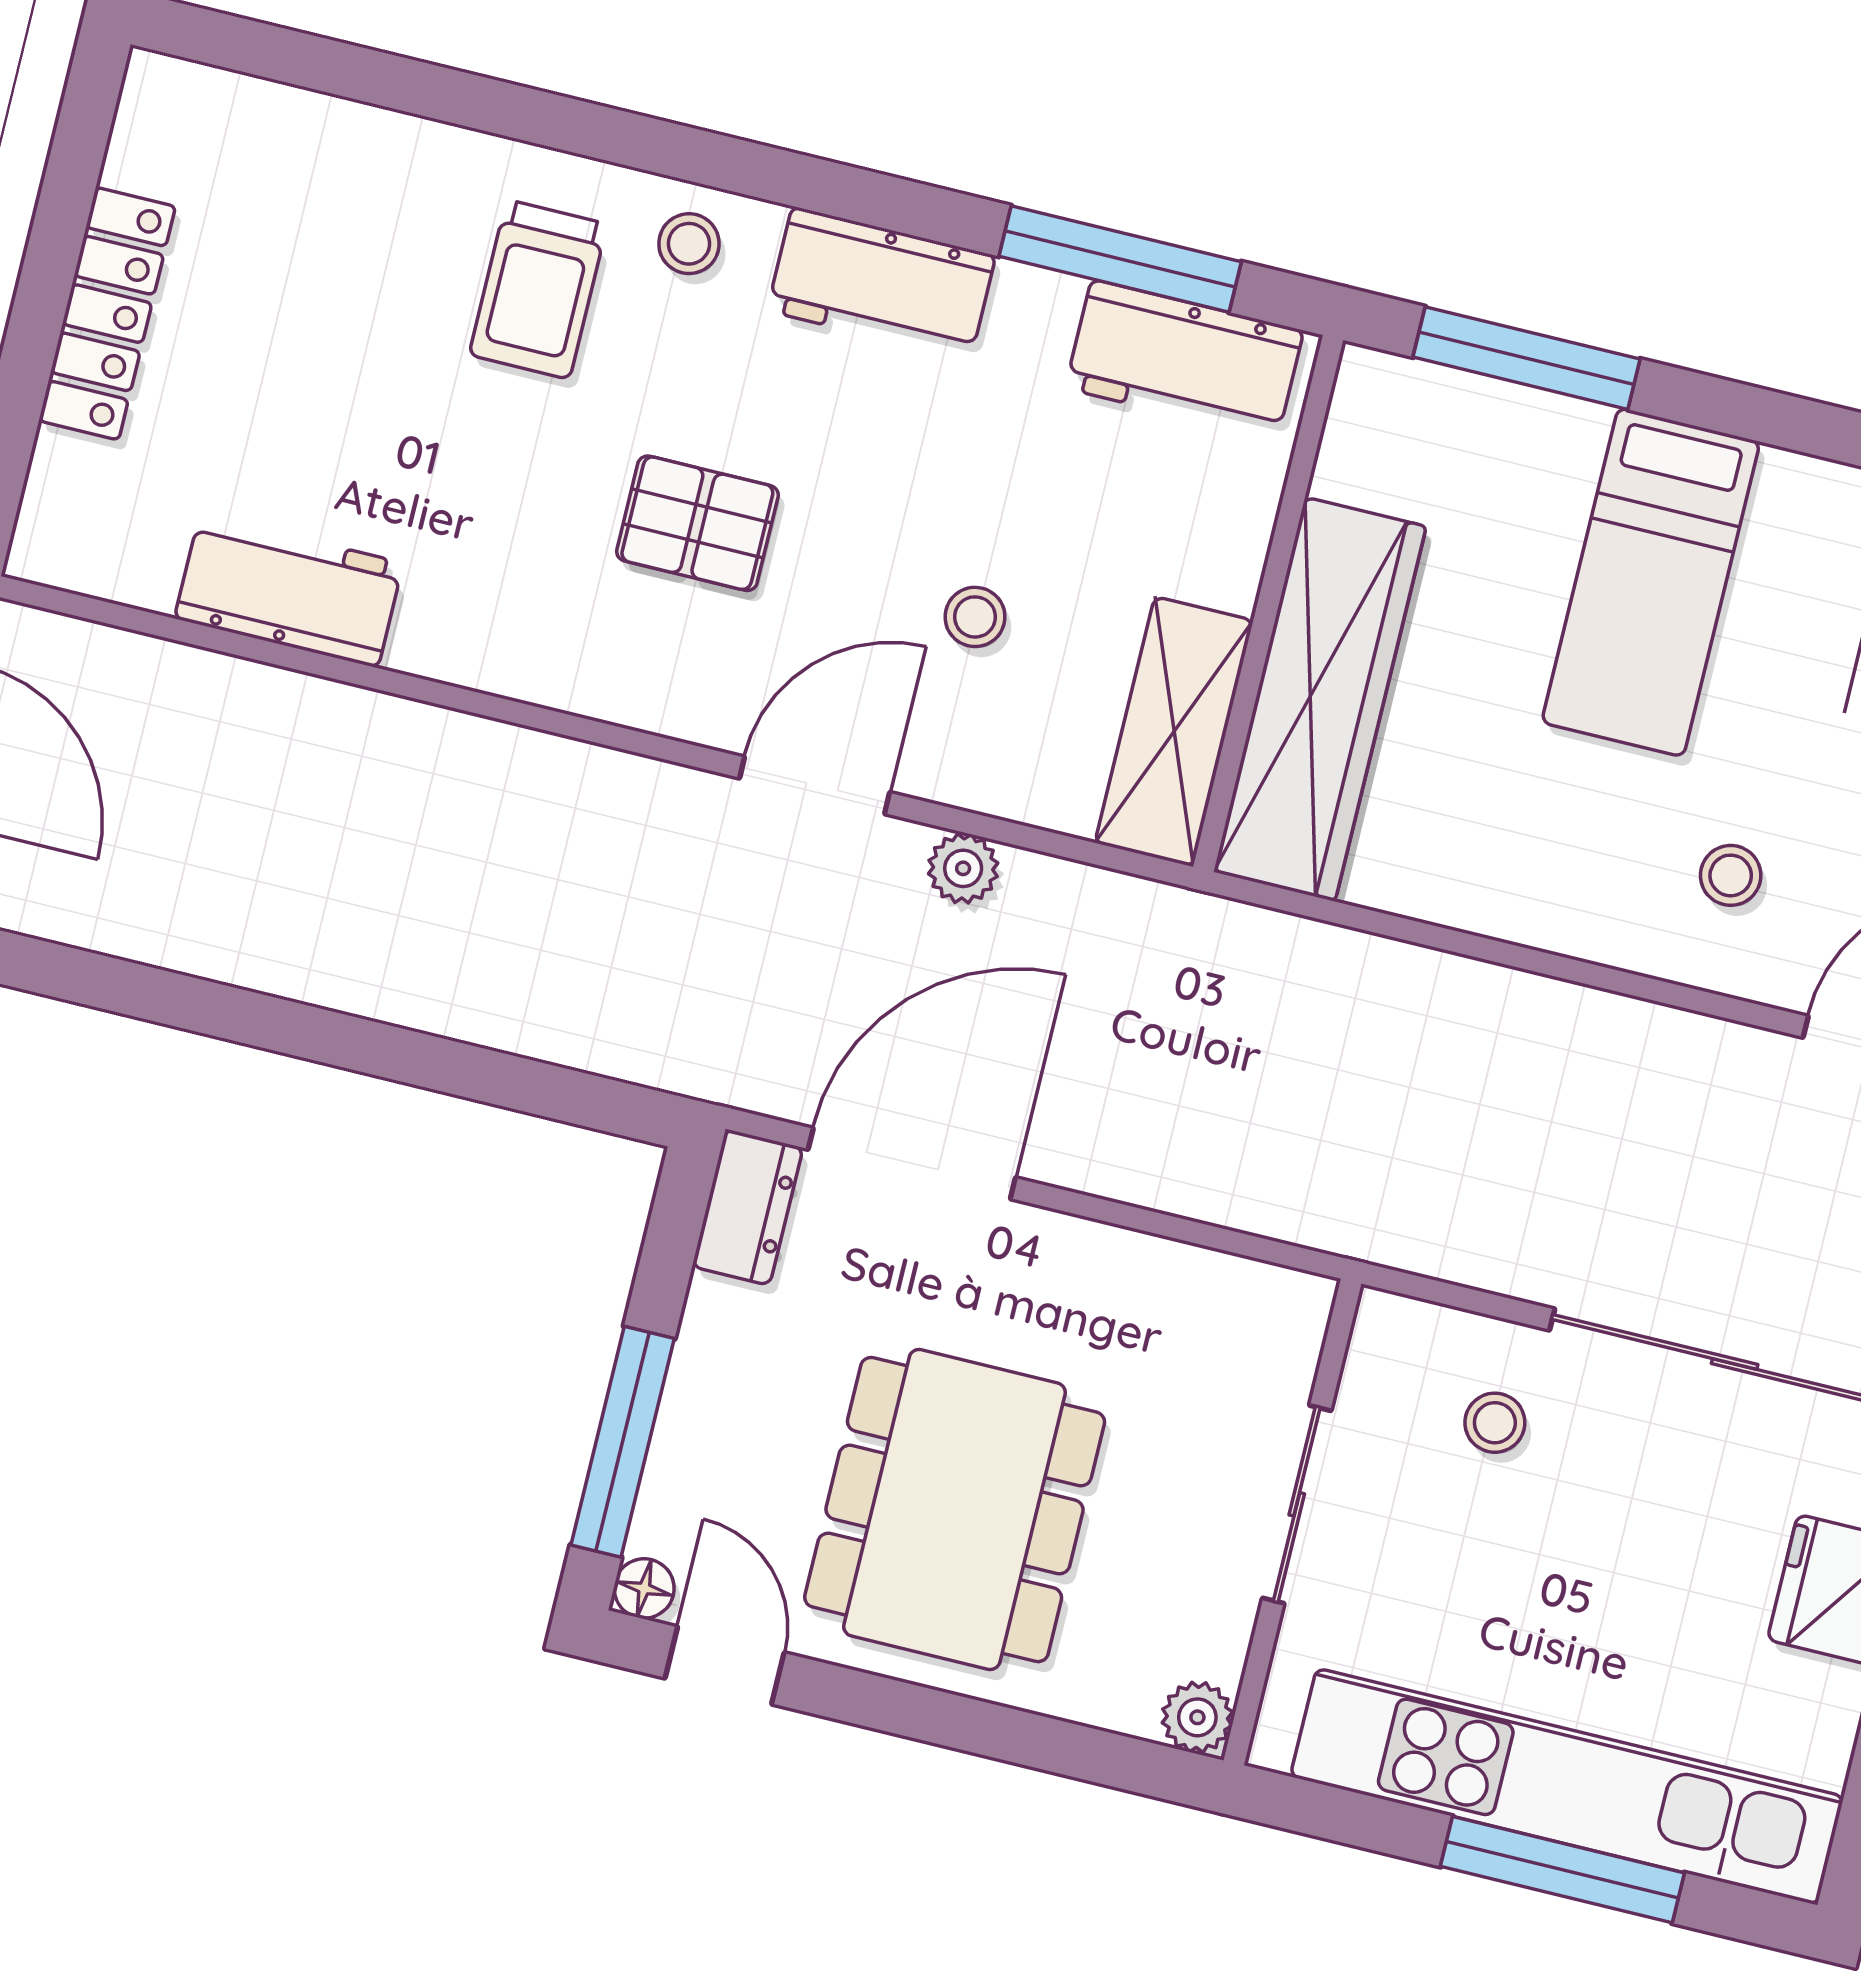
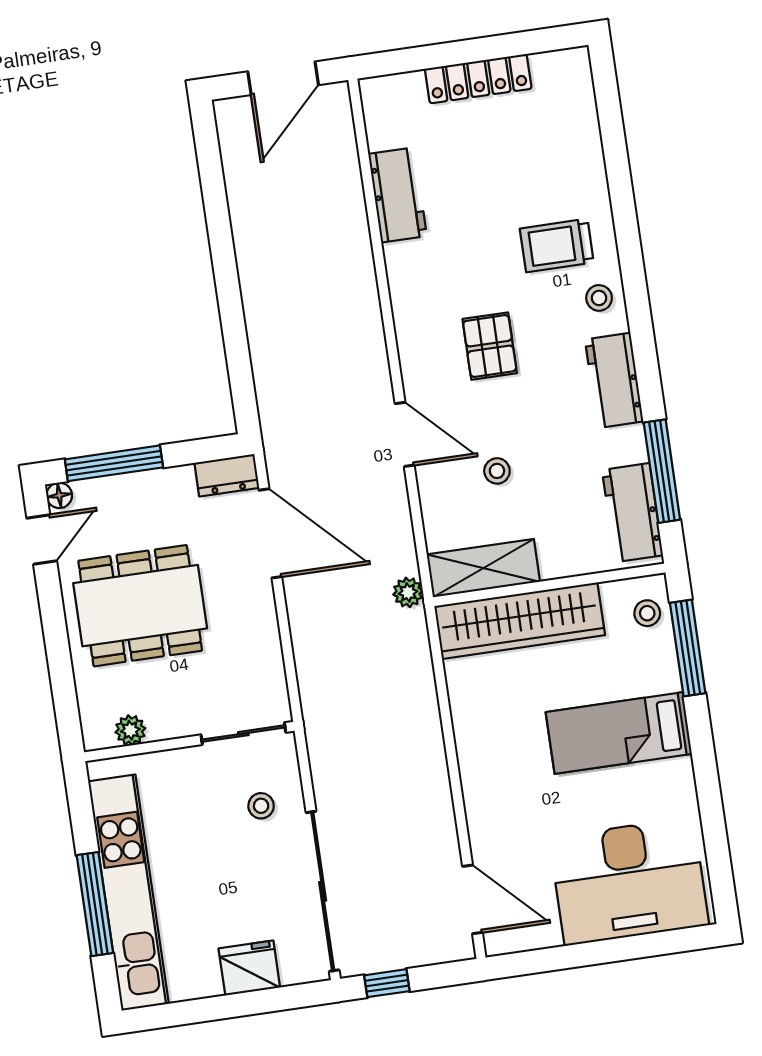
plant: (963, 868) -> (408, 592), moved
stool: (1731, 875) -> (647, 613), moved
sliding door: (1297, 1504) -> (243, 734), moved
plant: (1197, 1717) -> (130, 730), moved

